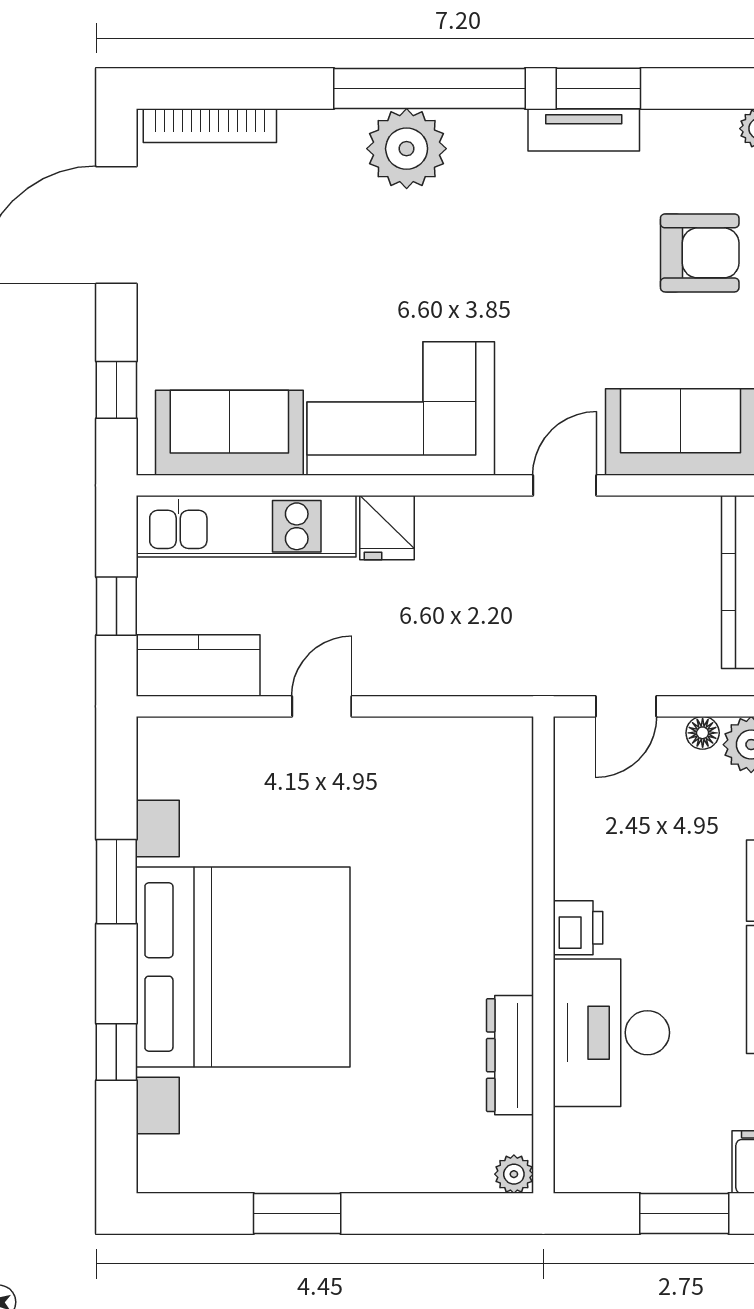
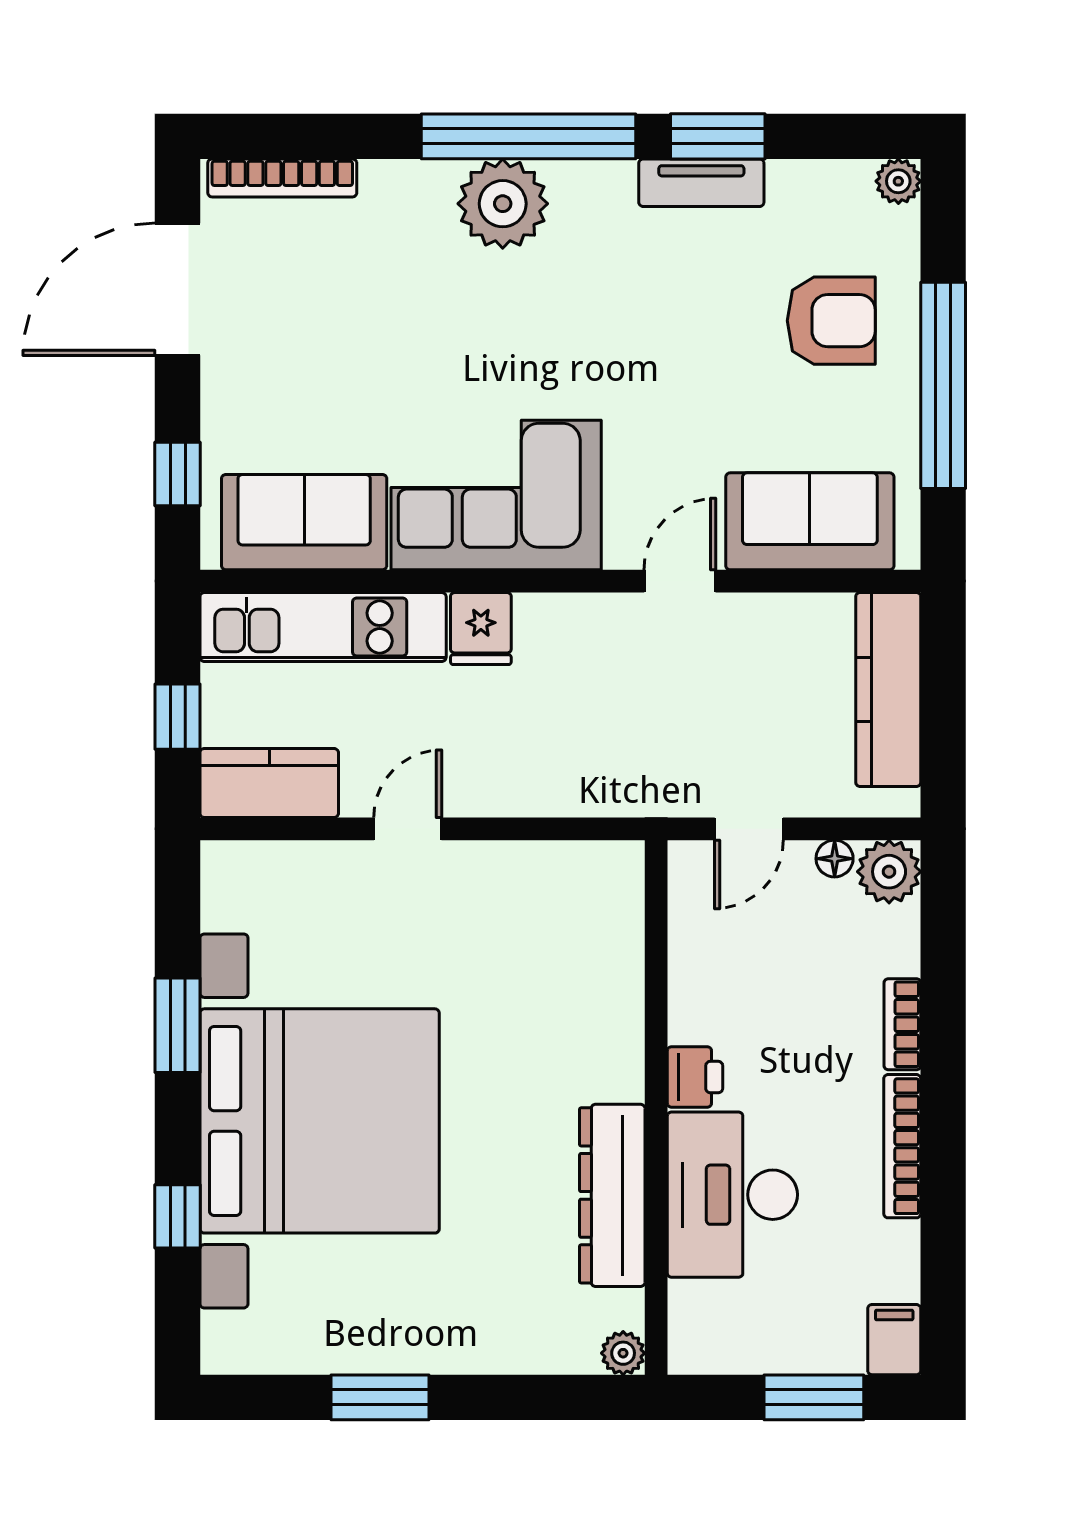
dresser: (510, 1055) -> (612, 1195), width x1.37, depth x1.24

